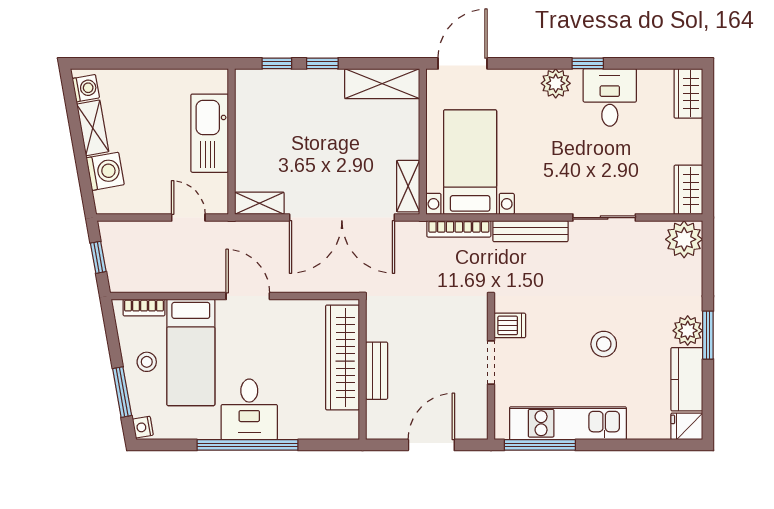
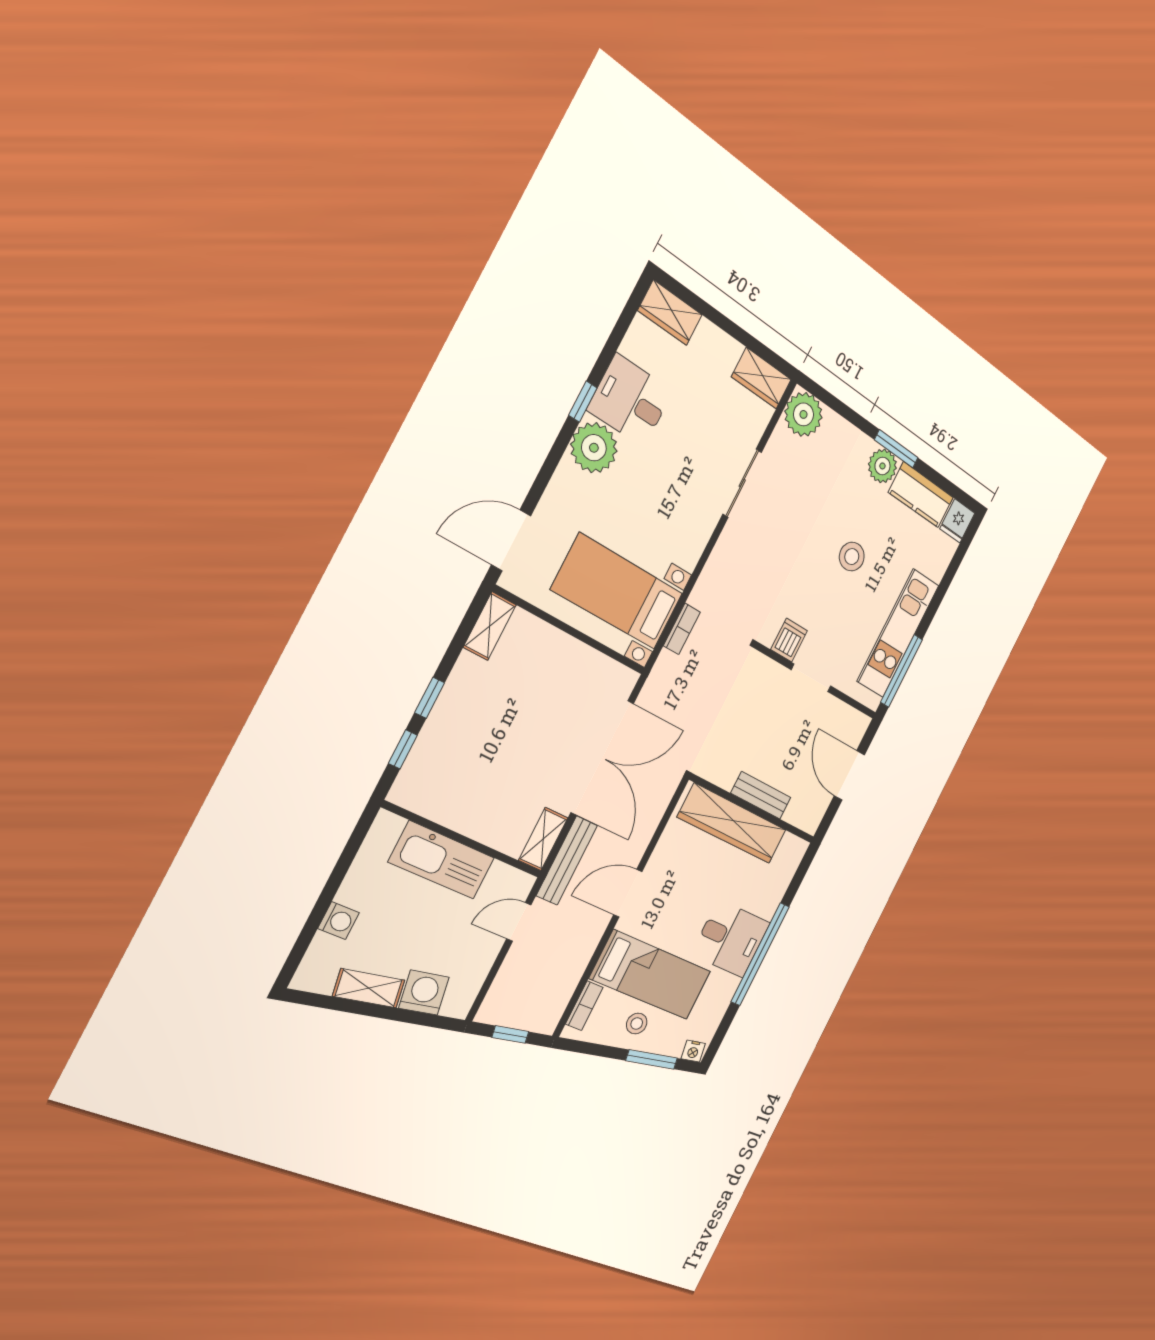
door: (463, 63) -> (511, 540), hinge flipped
plant: (556, 83) -> (594, 448), width x1.36, depth x1.36
shelving: (382, 84) -> (490, 626), width x0.67, depth x0.75
washing machine: (86, 88) -> (339, 921), moved, turned 100
shelving: (408, 186) -> (607, 671), removed
bookcase: (459, 229) -> (682, 629), width x0.64
bench: (530, 231) -> (567, 861), moved

